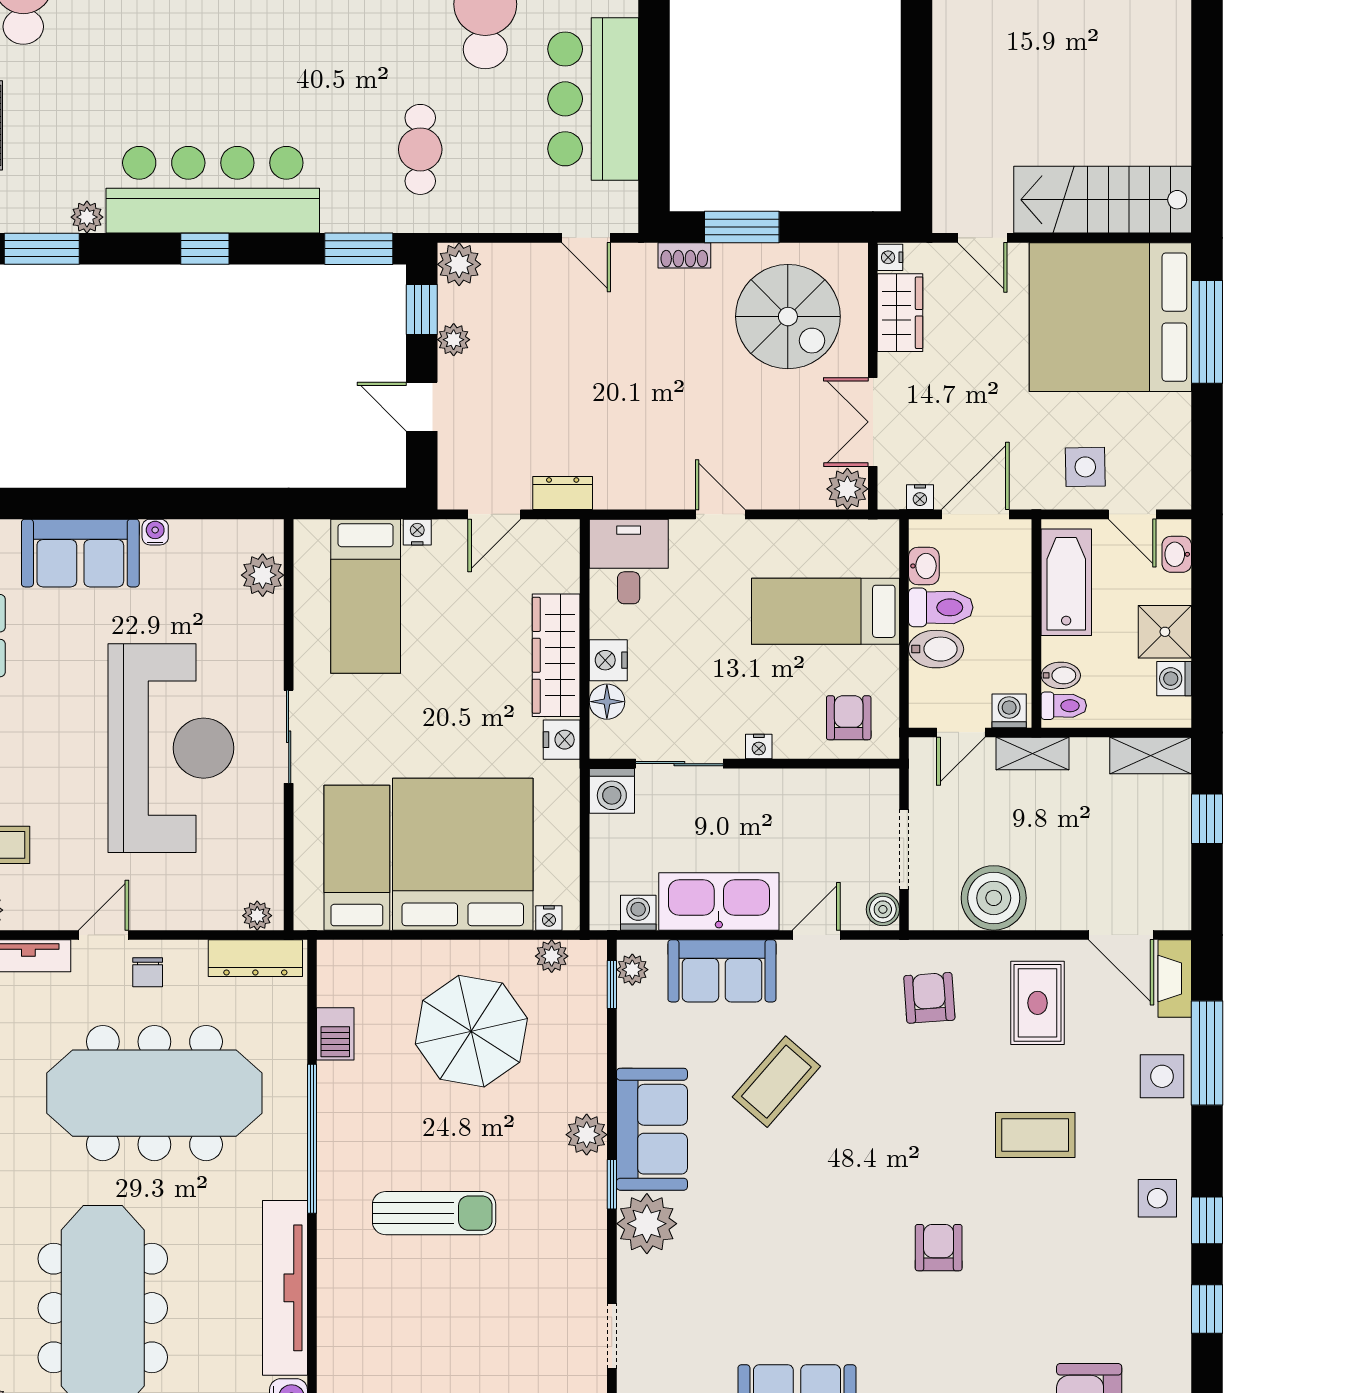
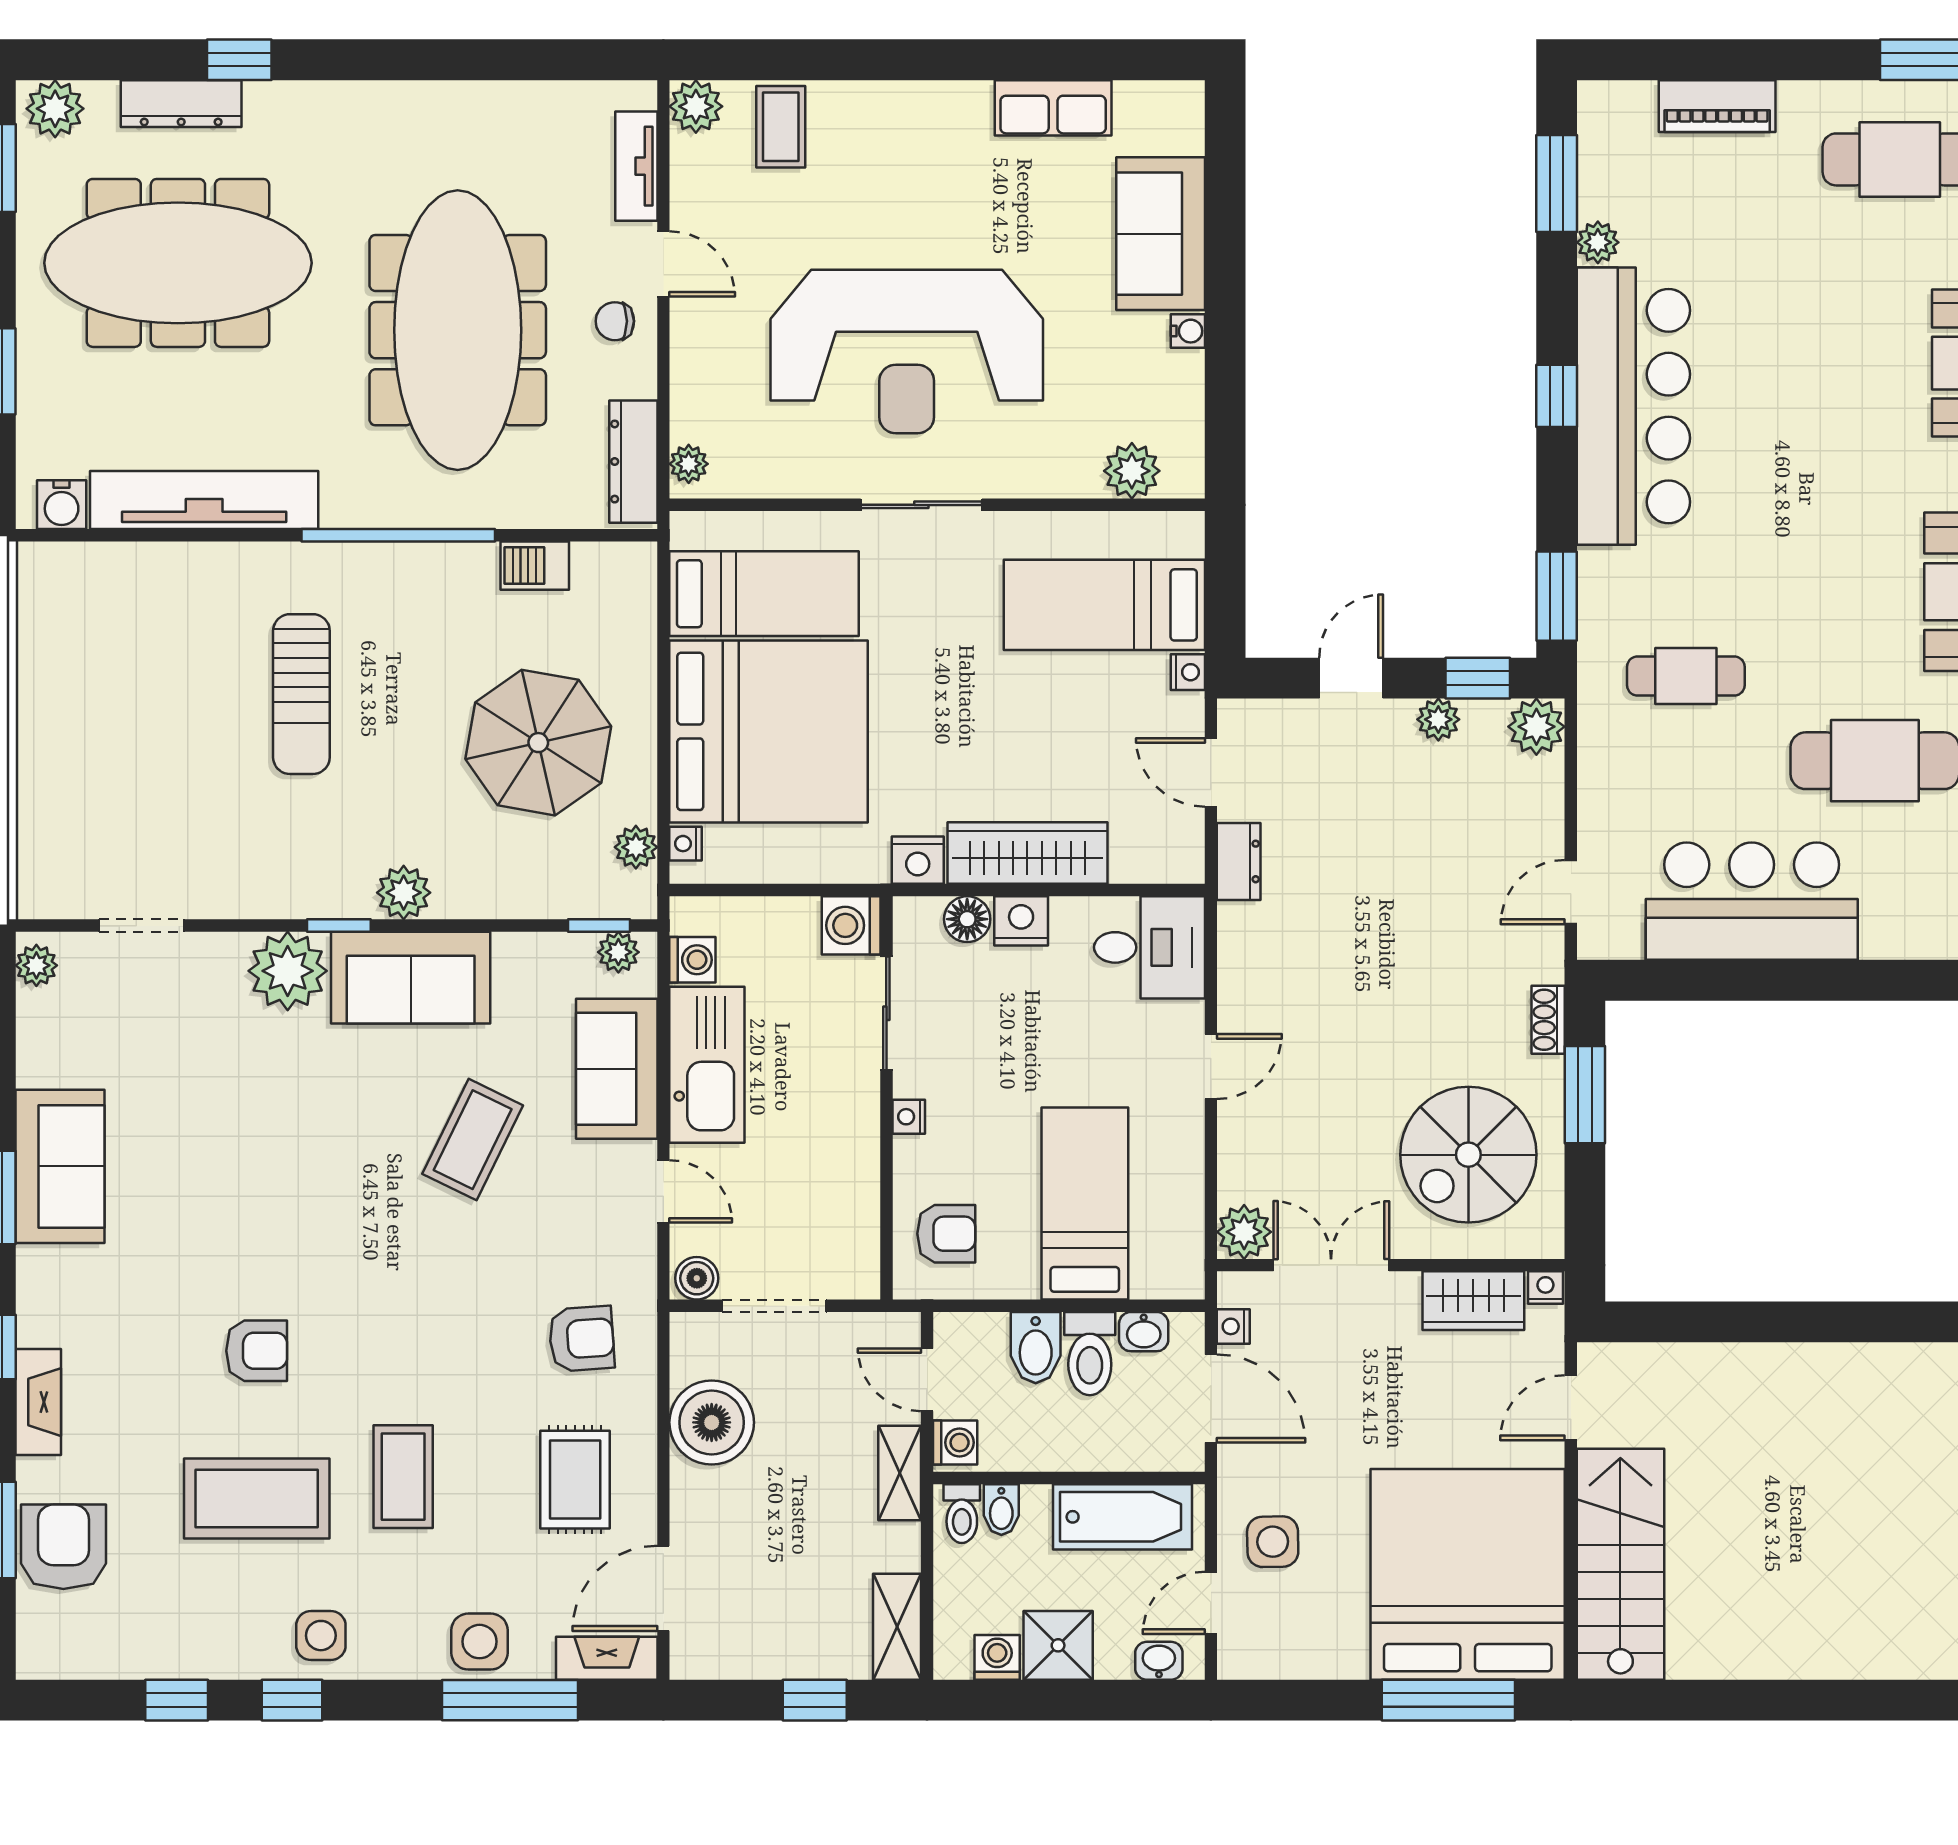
rug: (1038, 1003) -> (575, 1480), turned 90
coffee table: (776, 1082) -> (473, 1140), turned 75
coffee table: (1052, 1247) -> (257, 1498), added

